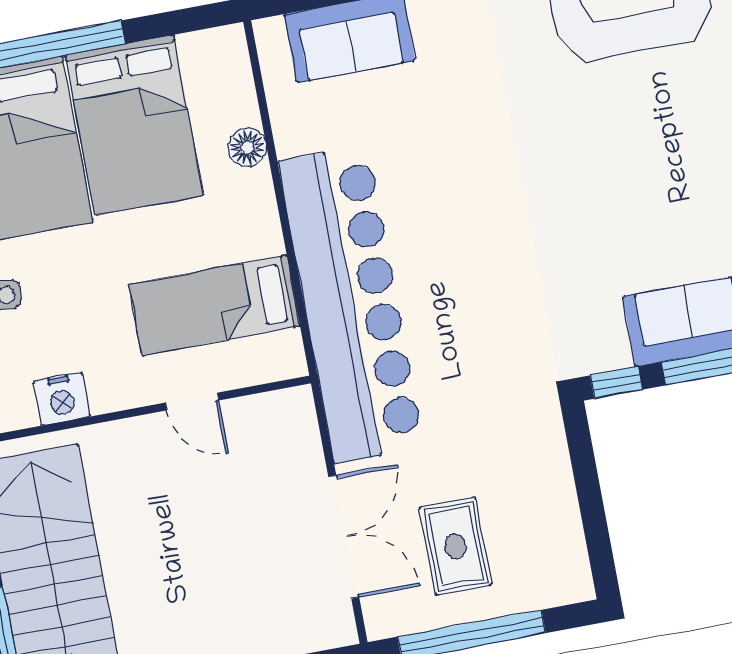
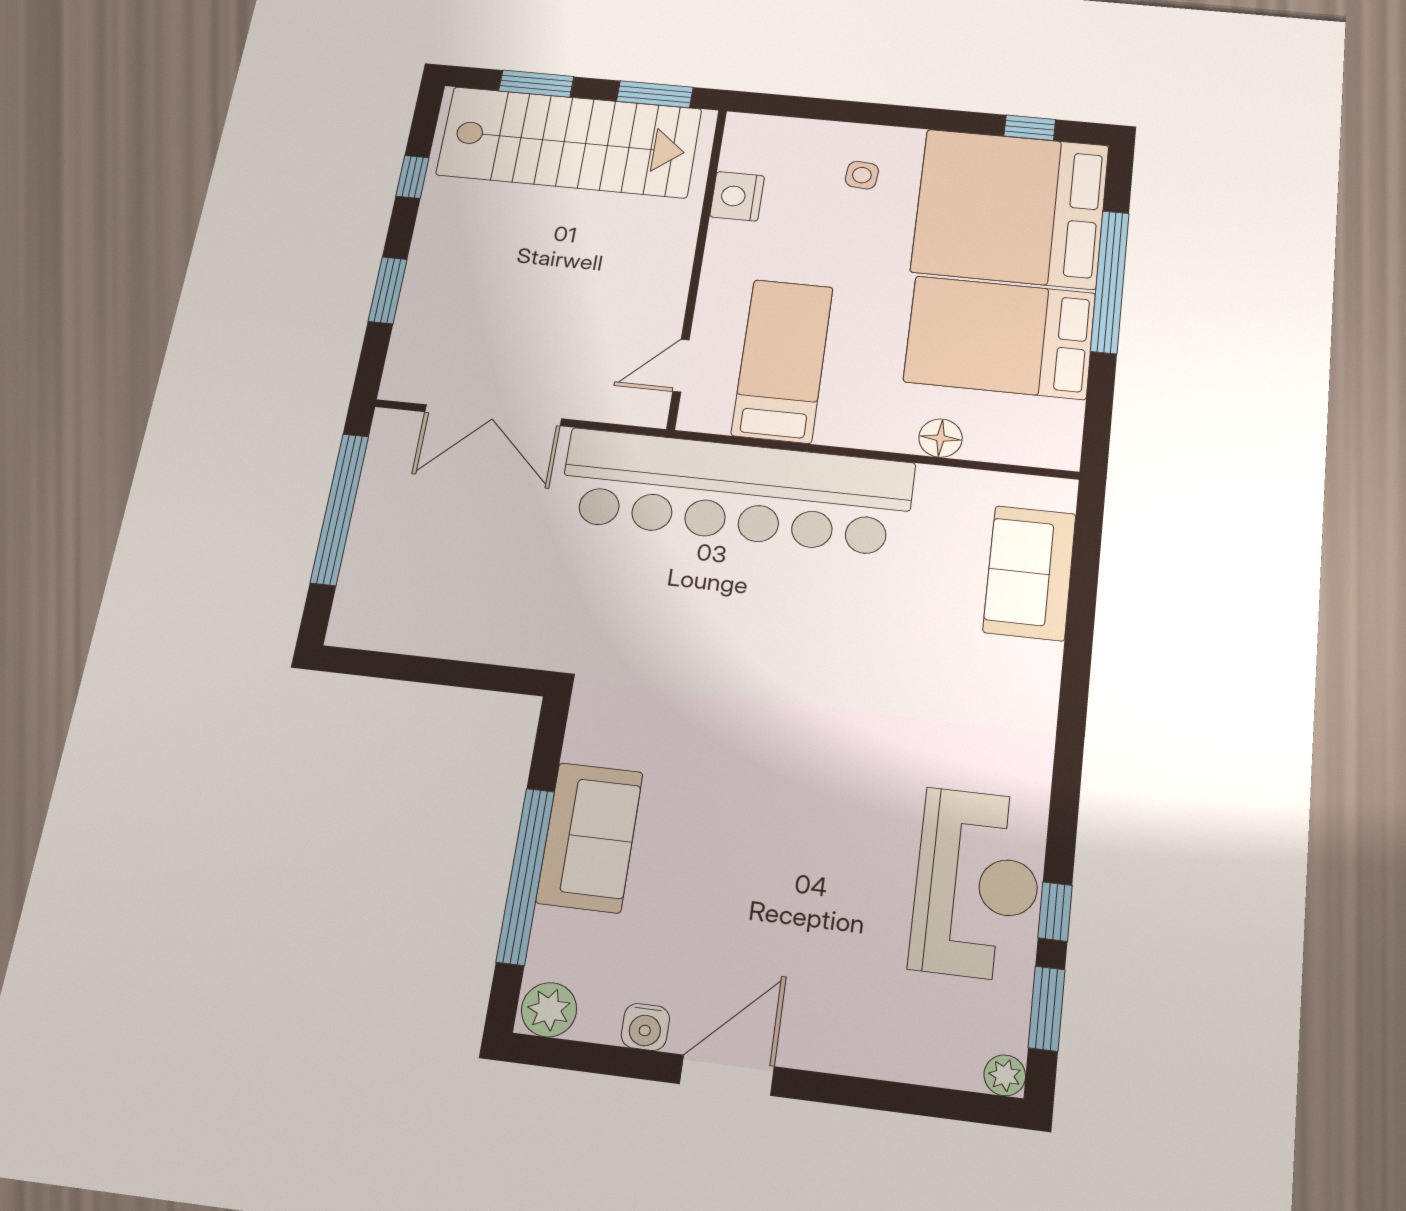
window: (616, 382) -> (550, 737), removed
door: (192, 402) -> (681, 366), moved
rug: (456, 546) -> (439, 520), removed

